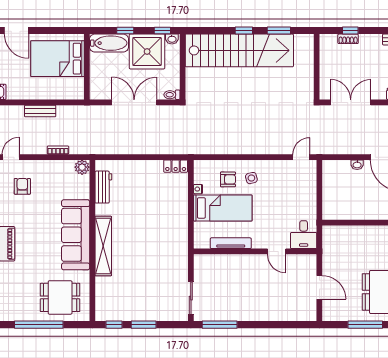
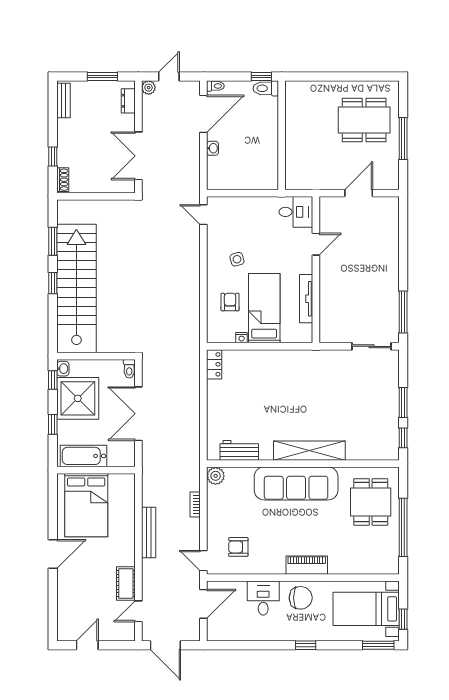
shoe rack: (348, 39) -> (63, 180), moved
bathtub: (109, 43) -> (84, 456), moved, turned -90
bench: (40, 111) -> (149, 532), width x1.36
side table: (251, 178) -> (237, 259), moved

